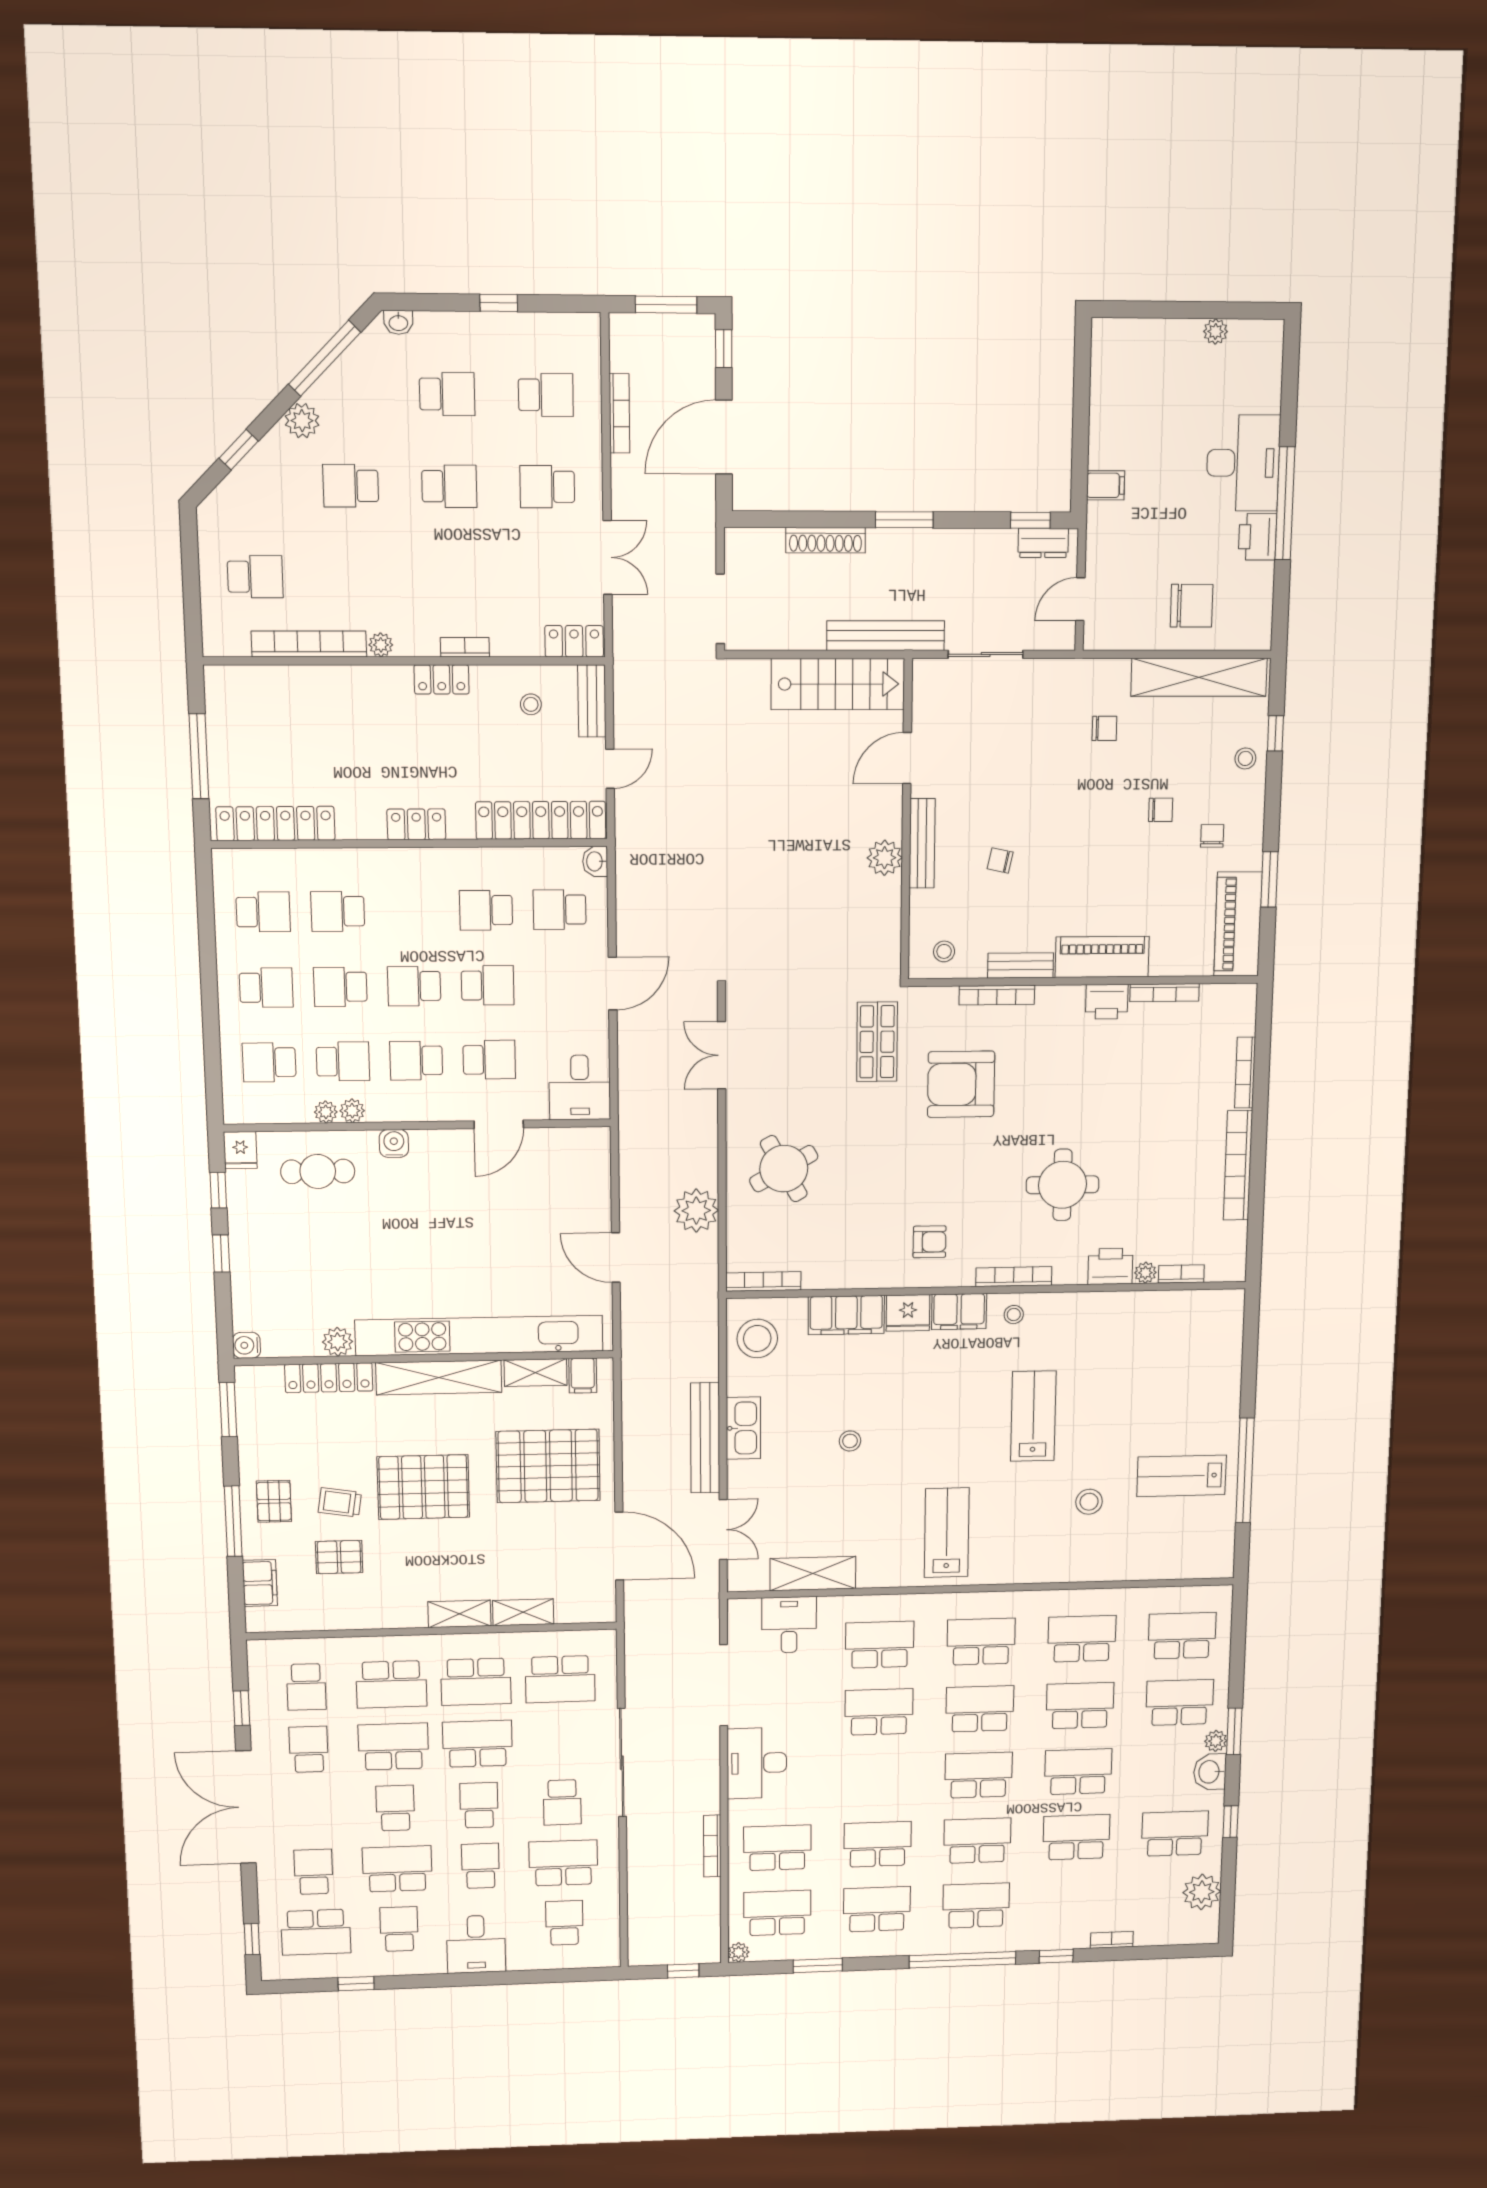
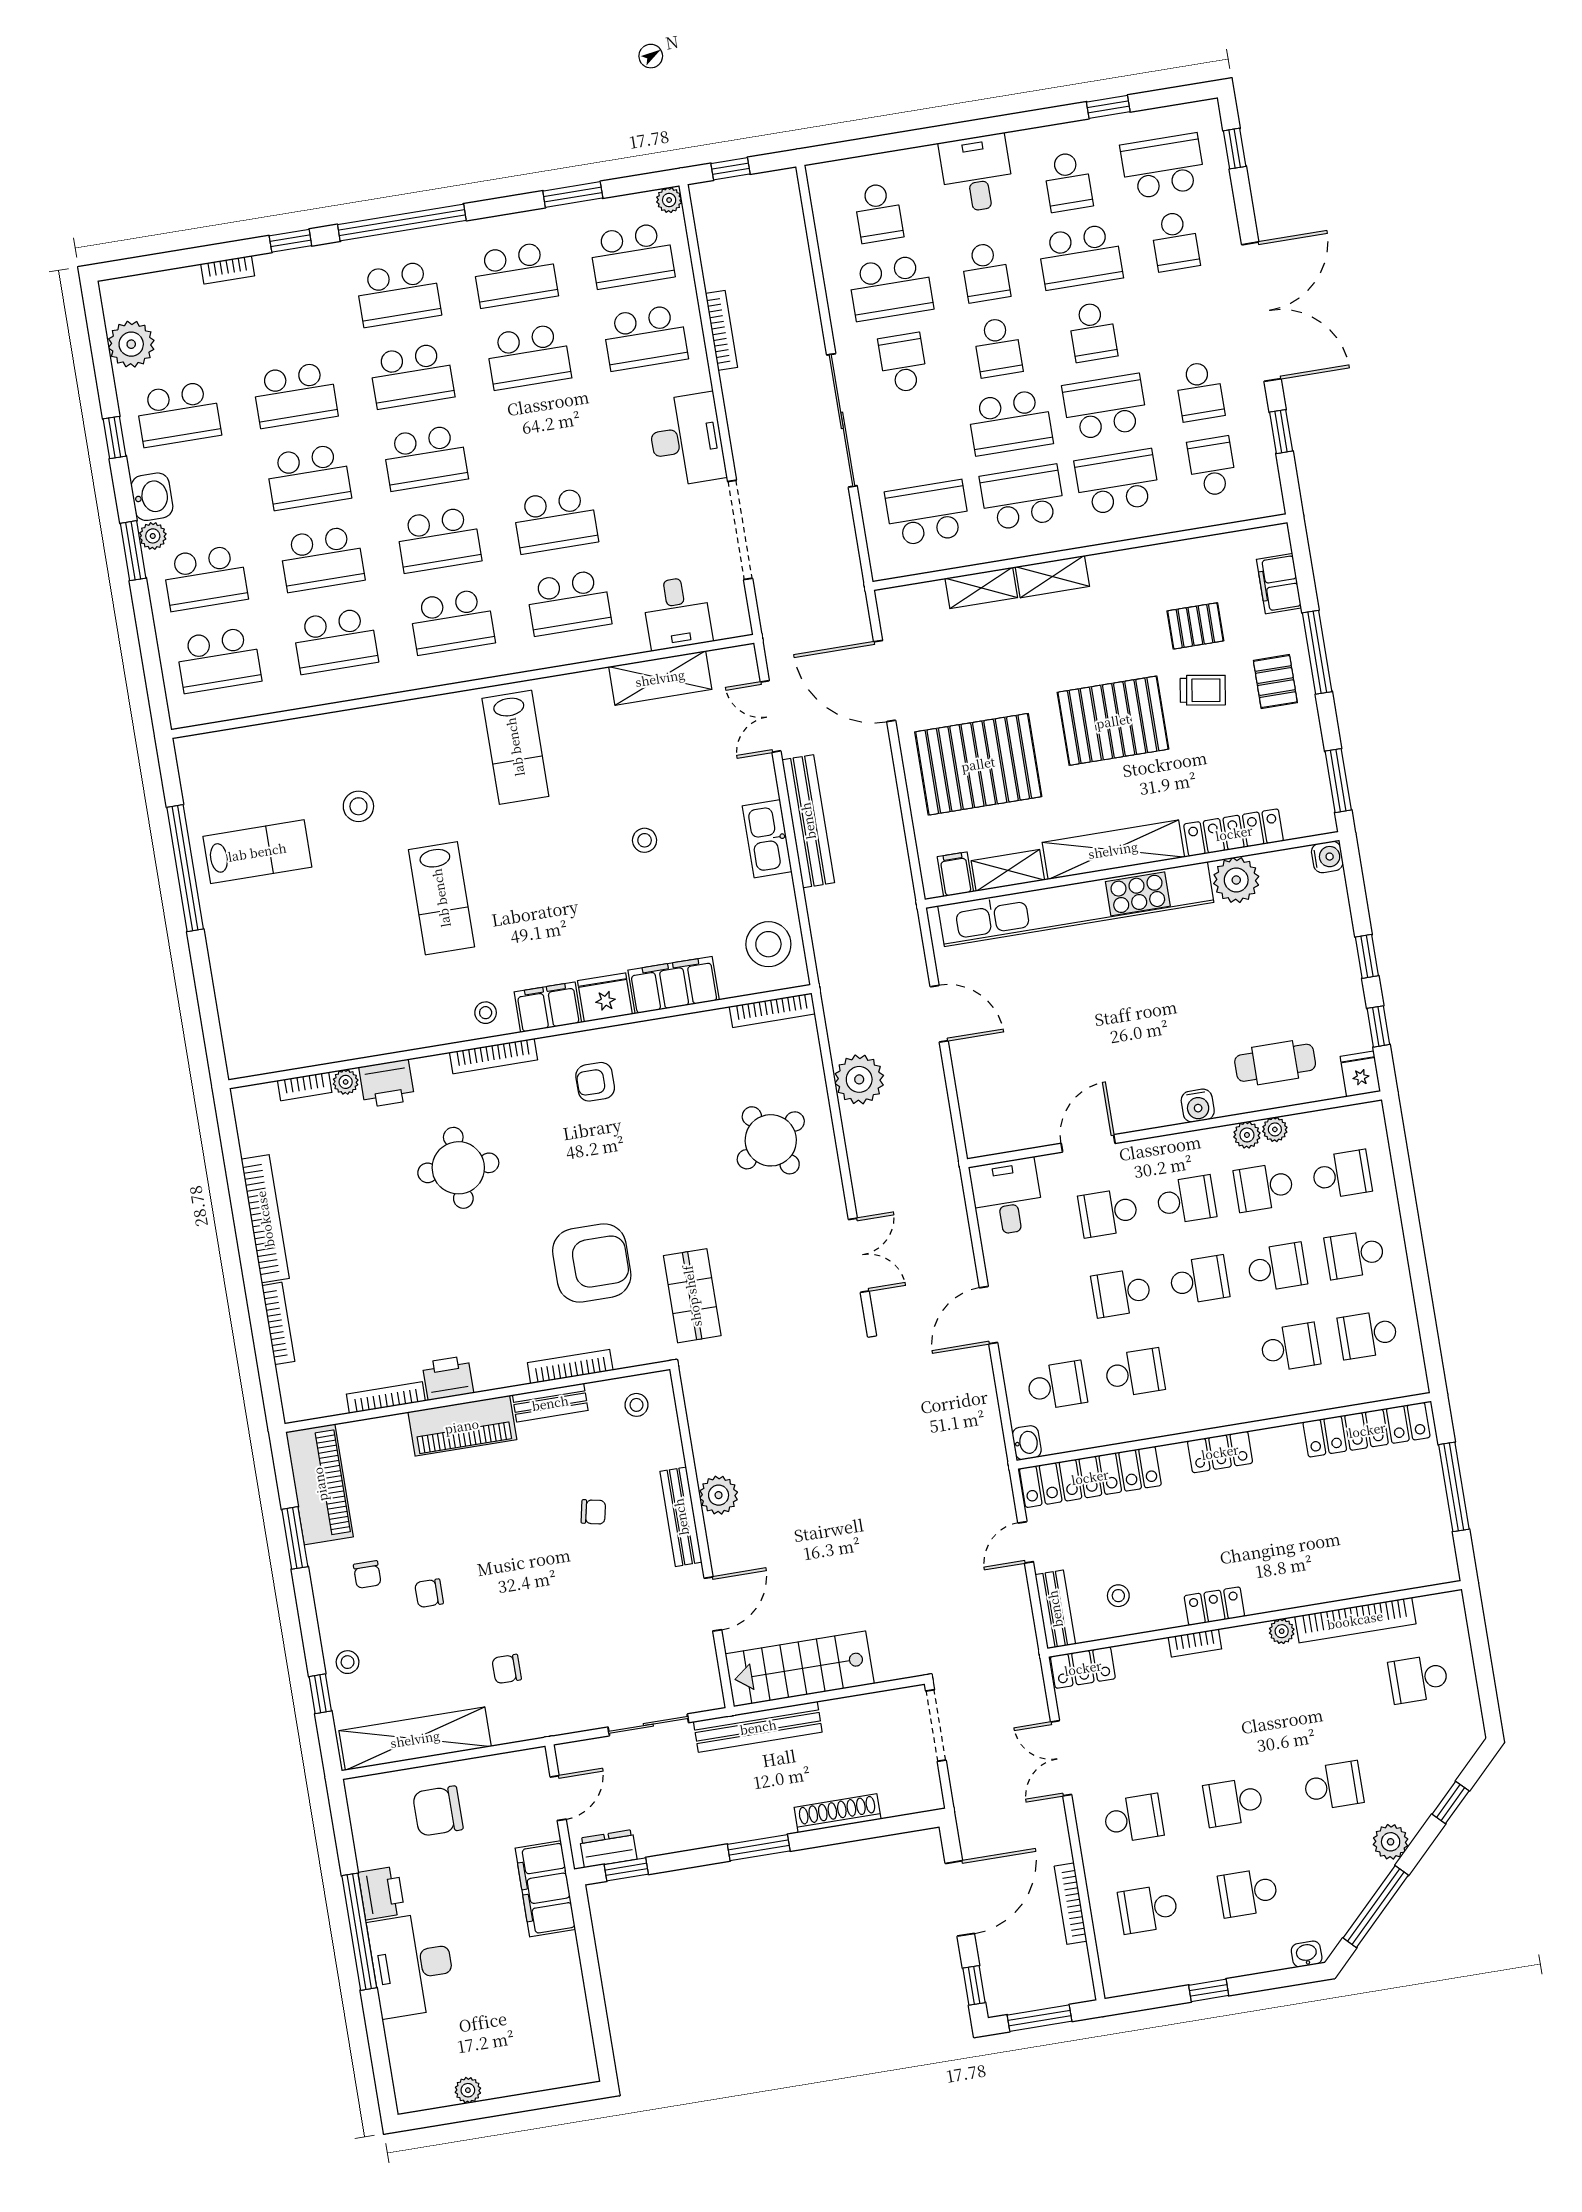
filing cabinet: (1106, 485) -> (545, 1889), width x3.00, depth x1.17
plant: (338, 1342) -> (1236, 880), width x1.36, depth x1.36
school desk: (393, 1746) -> (1105, 407), turned 180

